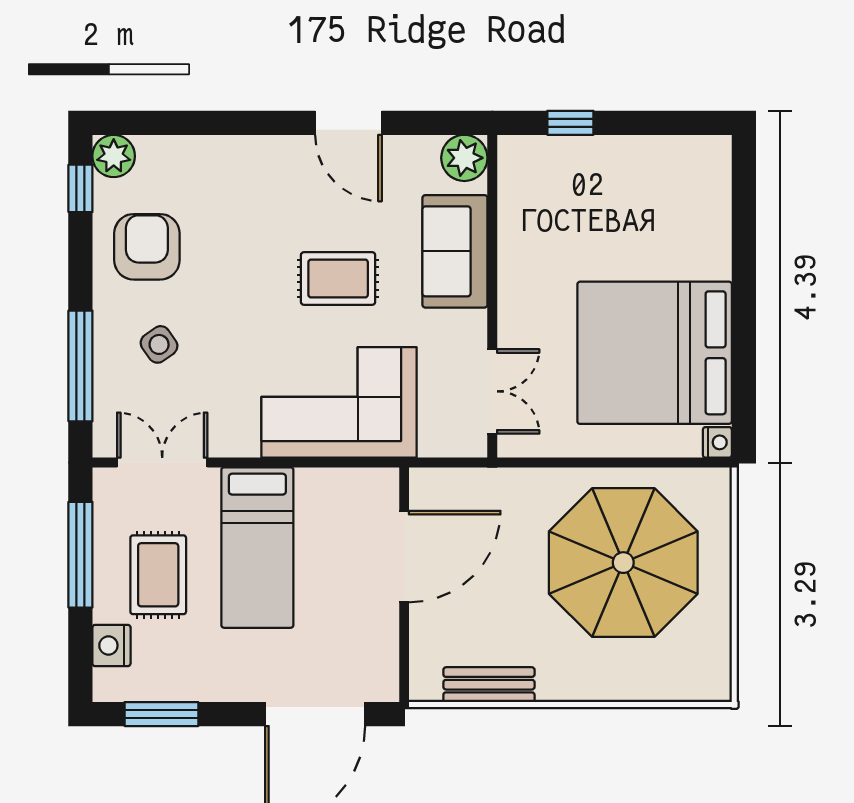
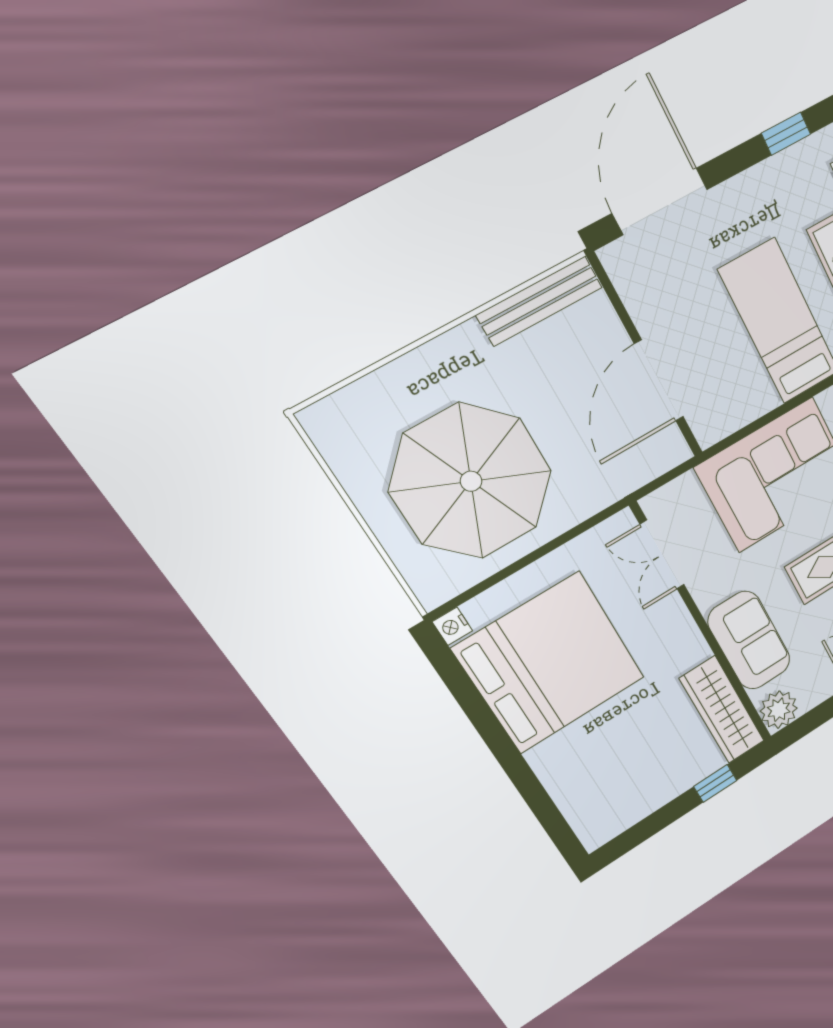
wardrobe: (521, 197) -> (722, 710), added
bench: (489, 685) -> (540, 301), width x1.36
window: (161, 714) -> (786, 134), width x0.67

